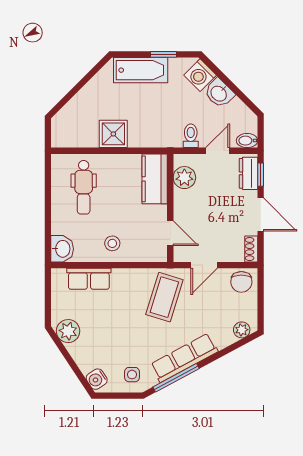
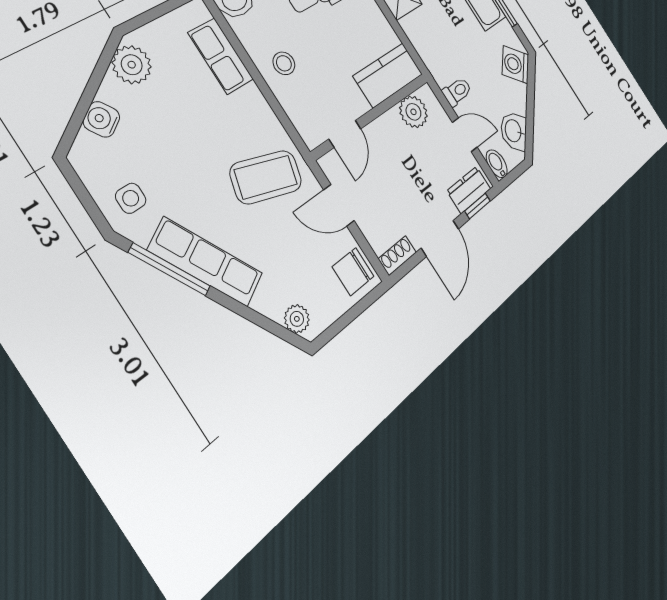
washbasin: (219, 93) -> (514, 131), moved
water cooler: (97, 379) -> (102, 119), moved

